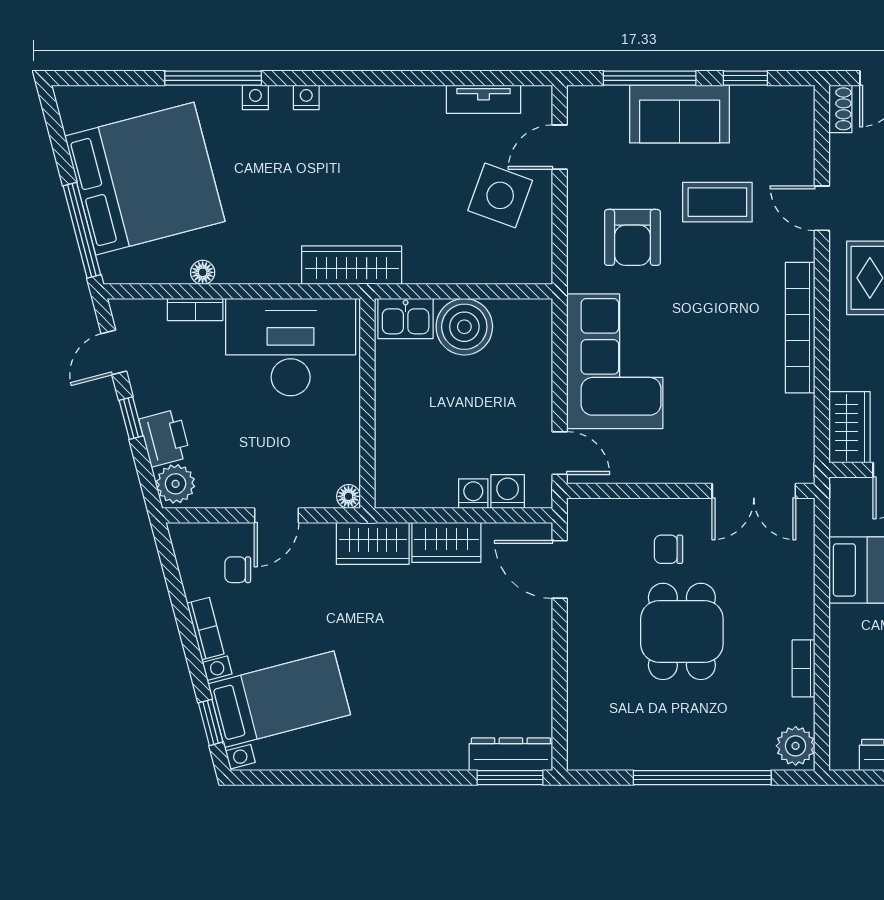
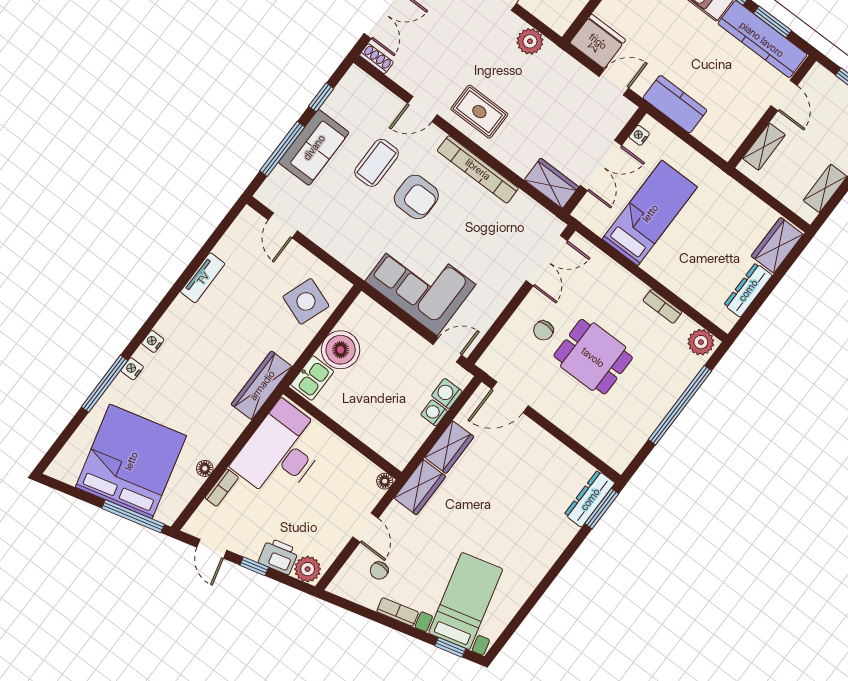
tv unit: (483, 99) -> (203, 278), moved
side table: (500, 195) -> (306, 301), moved
armchair: (632, 237) -> (416, 197), moved

